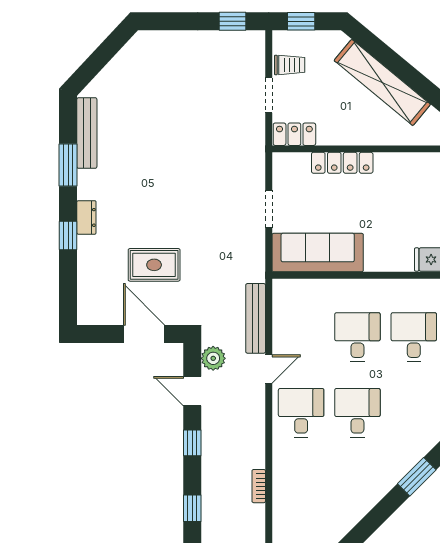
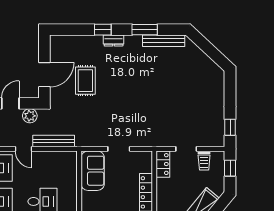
sofa: (318, 253) -> (93, 171), width x0.73

